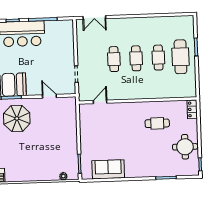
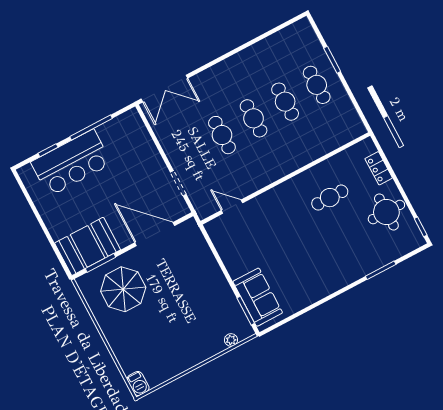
double door: (94, 17) -> (164, 89), width x1.37
cafe table: (180, 57) -> (317, 85), width x0.73, depth x0.74
door: (49, 96) -> (155, 234), width x1.88
door: (100, 102) -> (232, 207), hinge flipped
locker: (192, 109) -> (379, 168), moved
sofa: (108, 169) -> (258, 297), moved, turned 90

